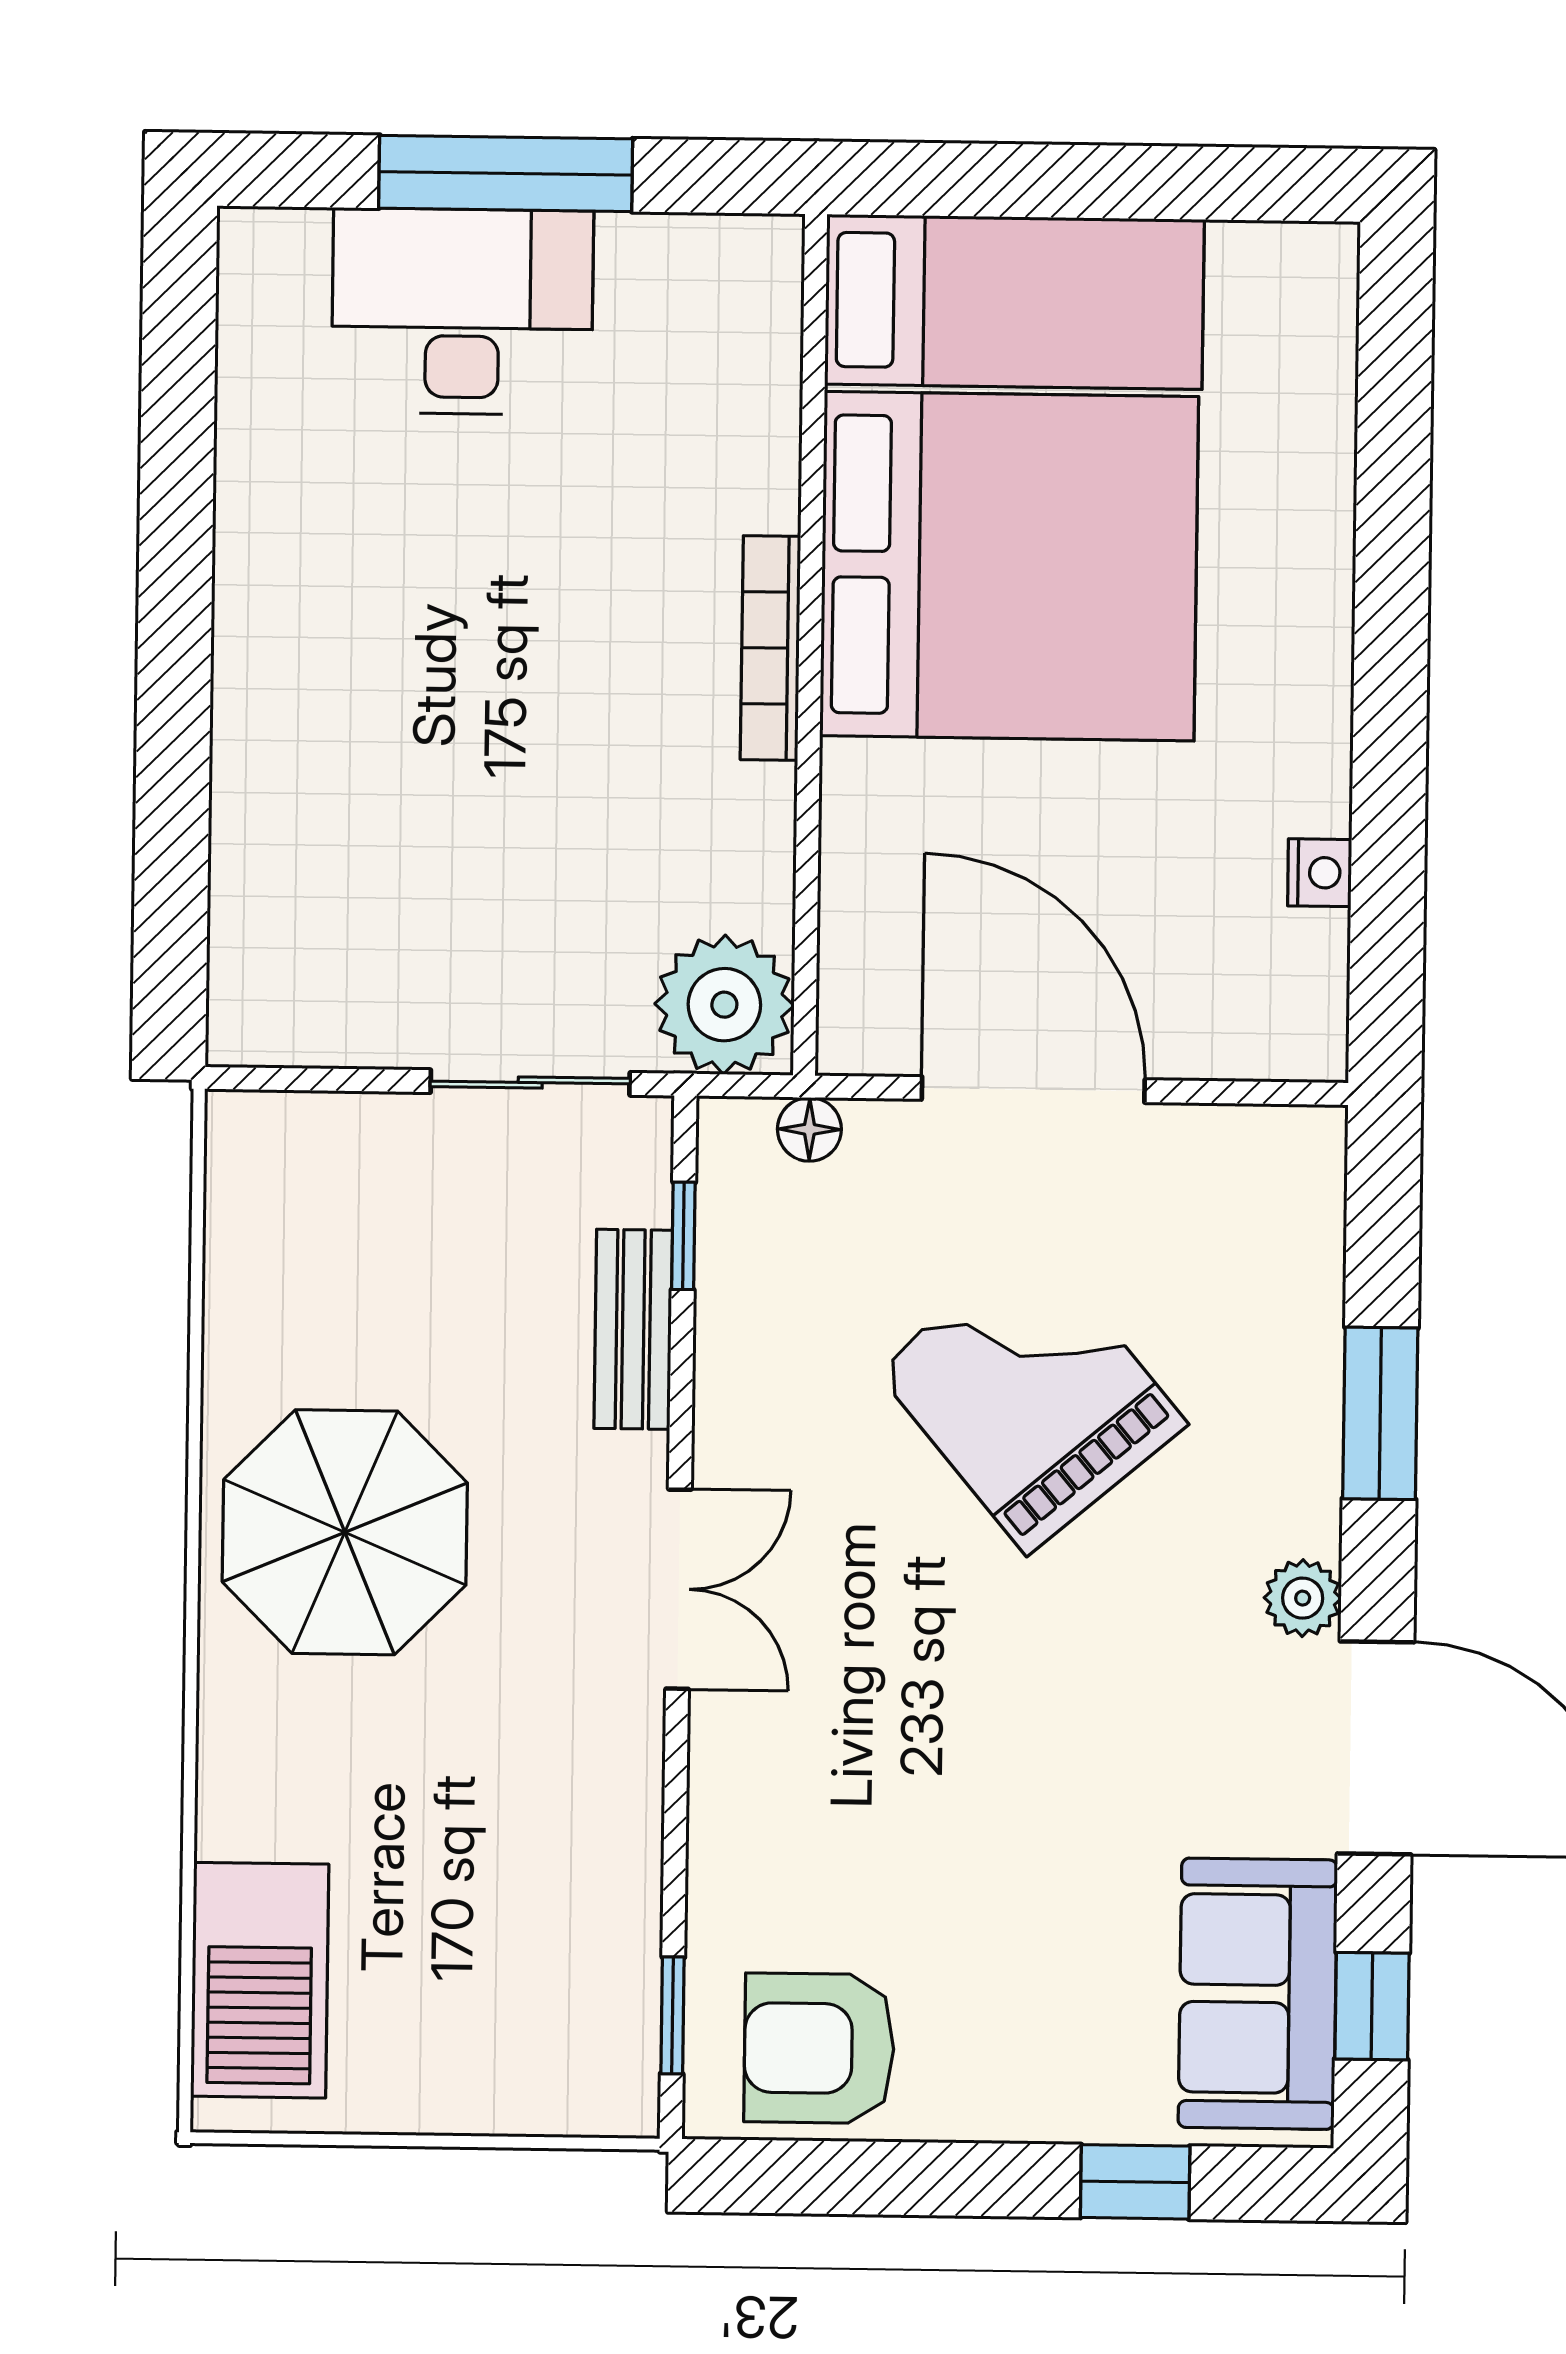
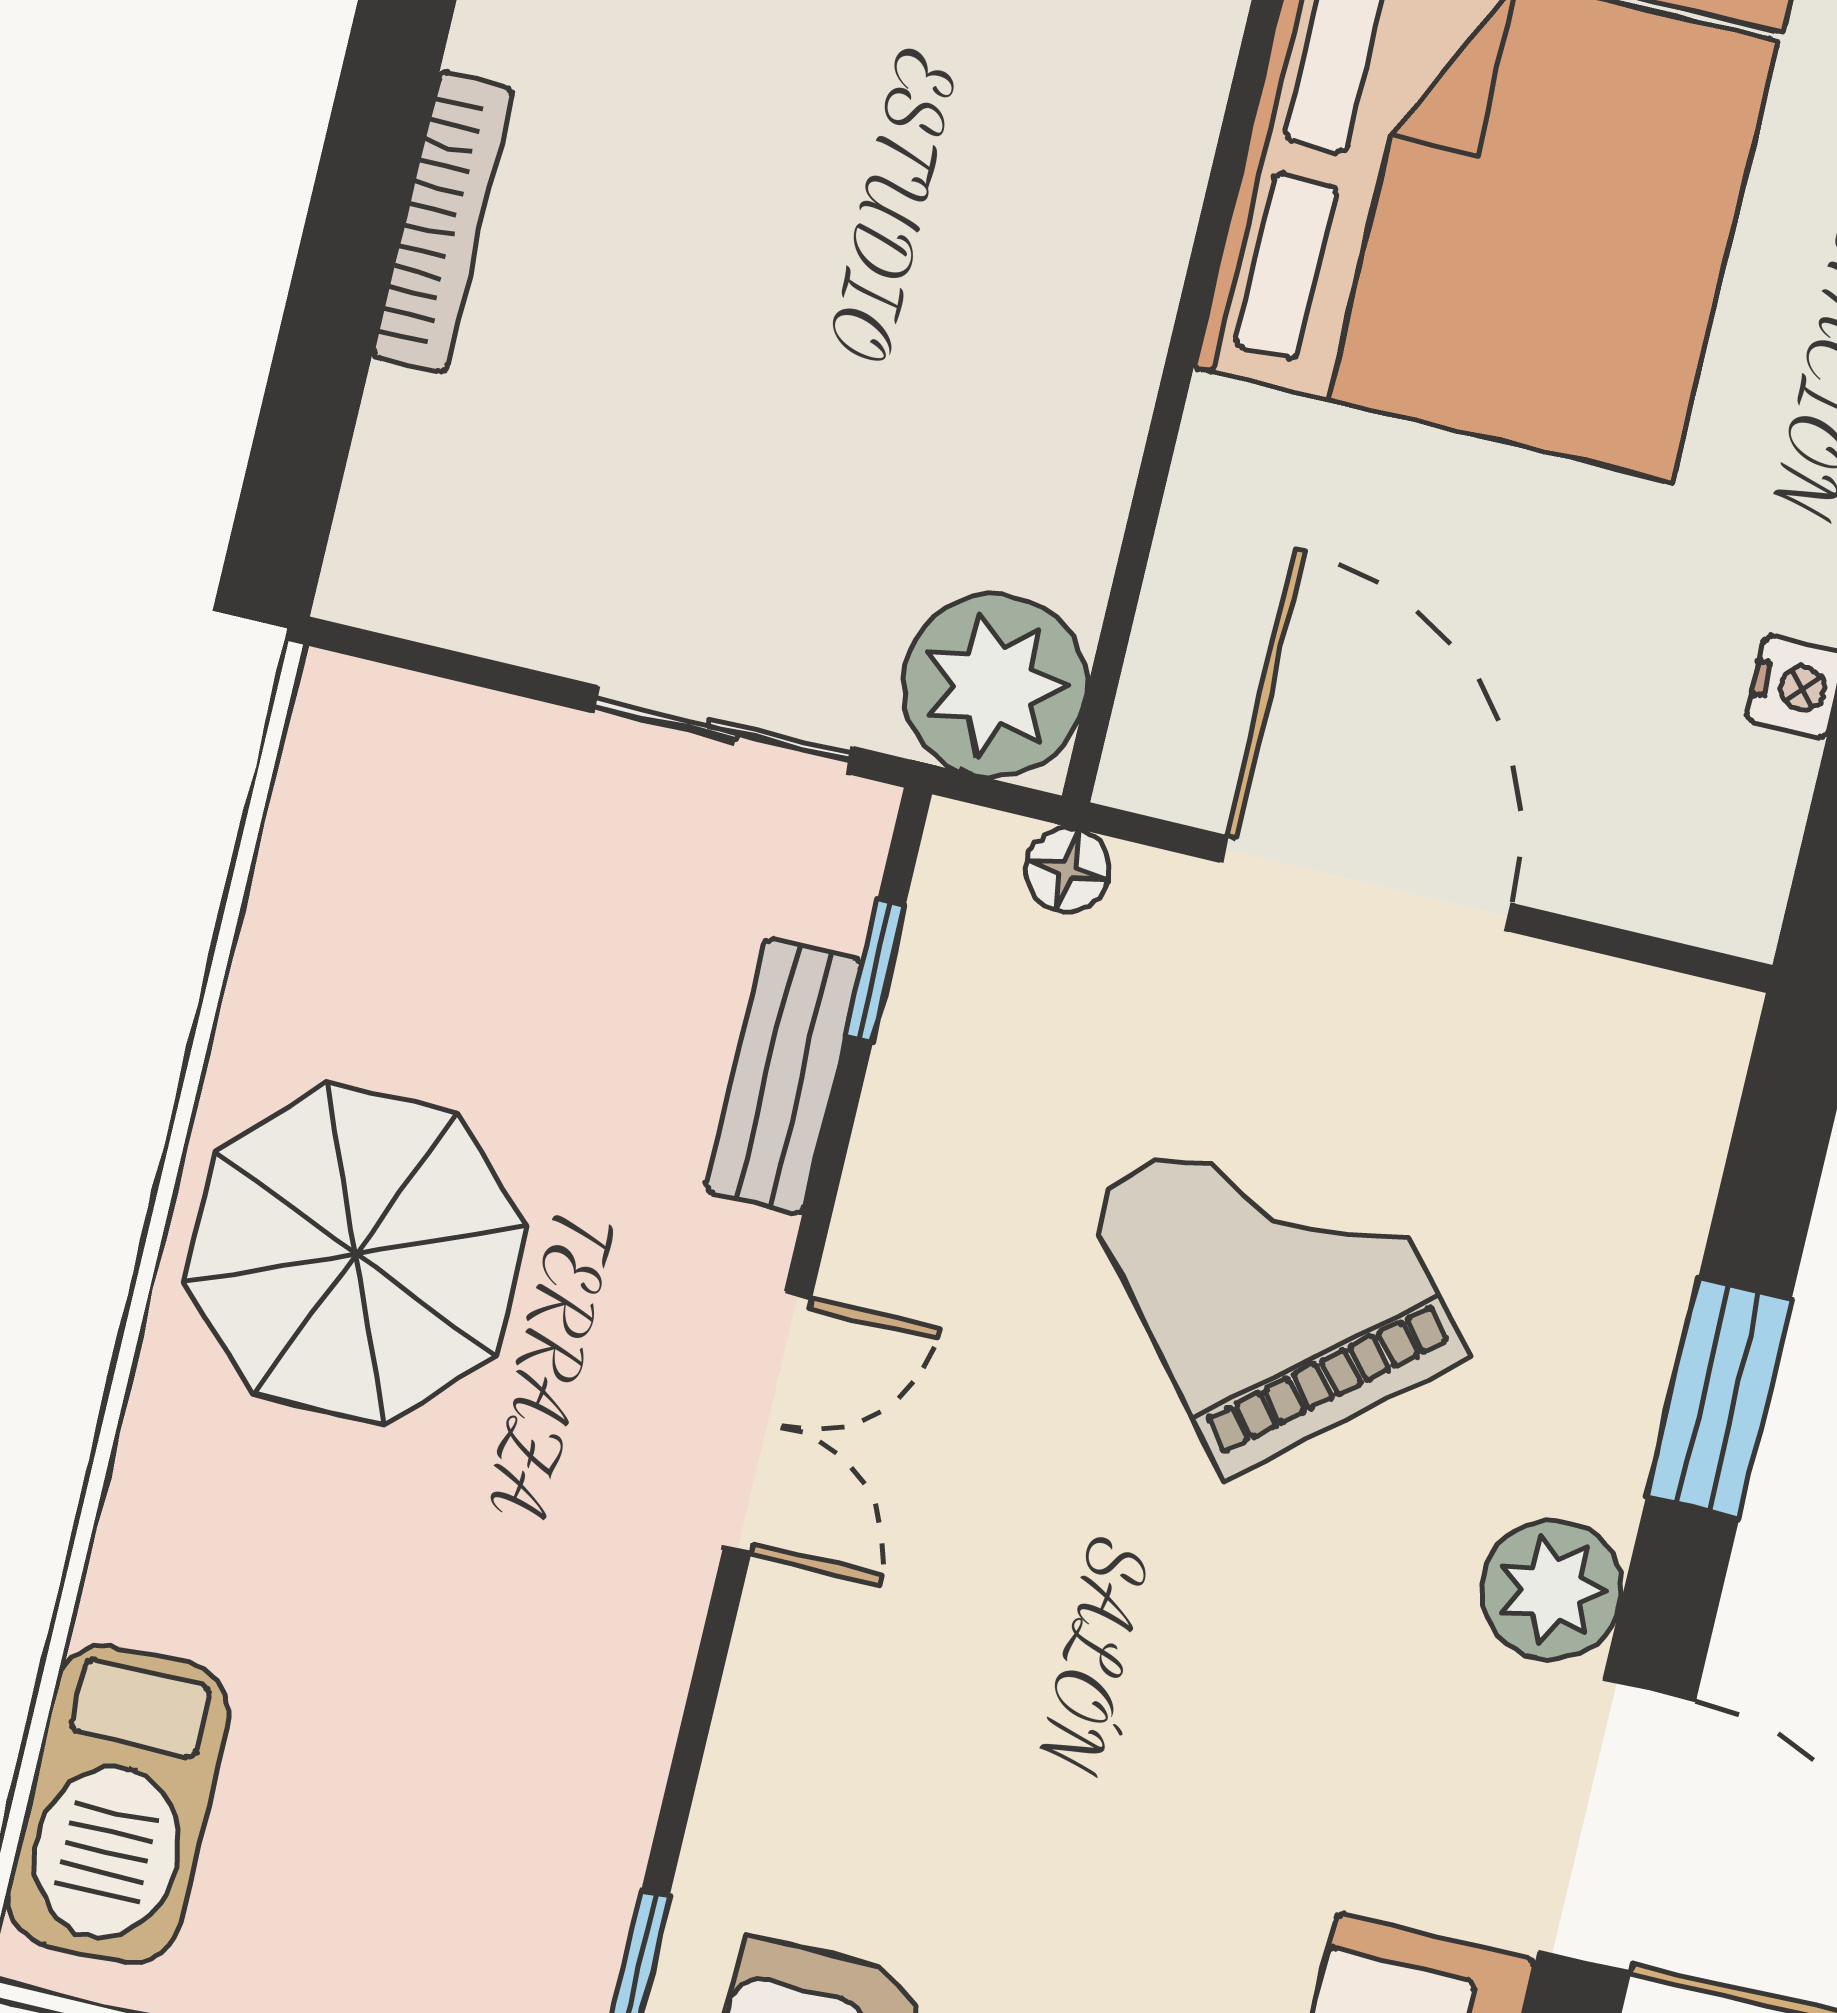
bookcase: (770, 648) -> (442, 222), moved, turned 180
plant: (1303, 1598) -> (1552, 1590), width x1.38, depth x1.38

